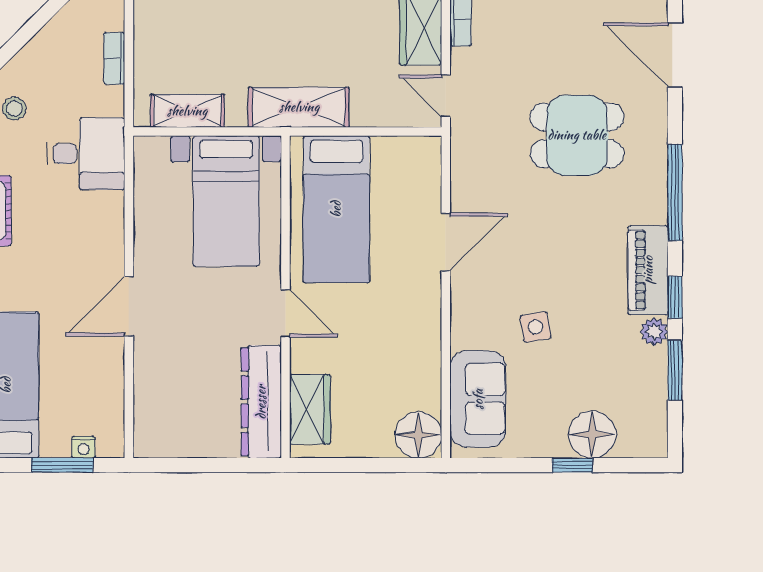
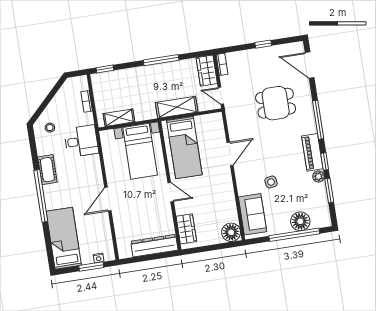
shelving: (299, 107) -> (177, 107), moved
dresser: (261, 402) -> (154, 246), moved, turned 90
window: (572, 465) -> (294, 235), width x3.17

